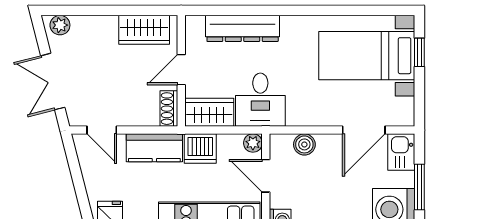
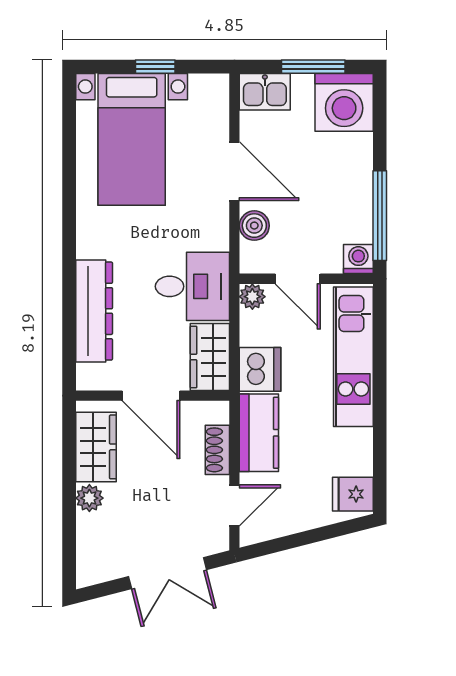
plant: (60, 25) -> (89, 498), moved
window: (419, 52) -> (155, 67), moved
door: (181, 70) -> (151, 396), width x1.38
shoe rack: (169, 109) -> (217, 450), moved, turned 90
door: (364, 130) -> (234, 171), moved
door: (266, 176) -> (298, 279), hinge flipped

